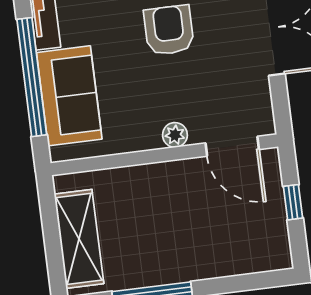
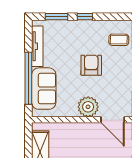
plant: (175, 135) -> (88, 107), width x1.88, depth x1.88

